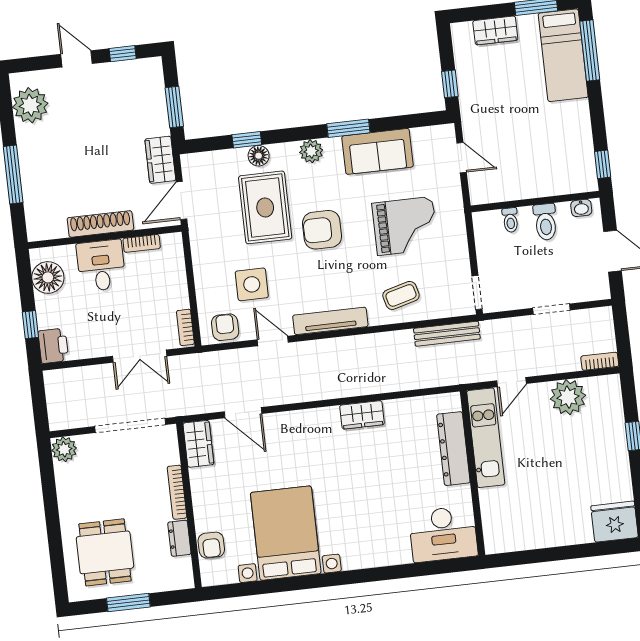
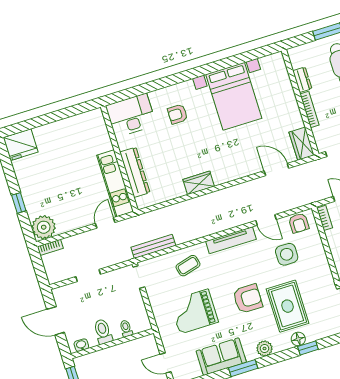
plant: (568, 397) -> (44, 227), moved
armchair: (211, 545) -> (178, 114), moved, turned -90

